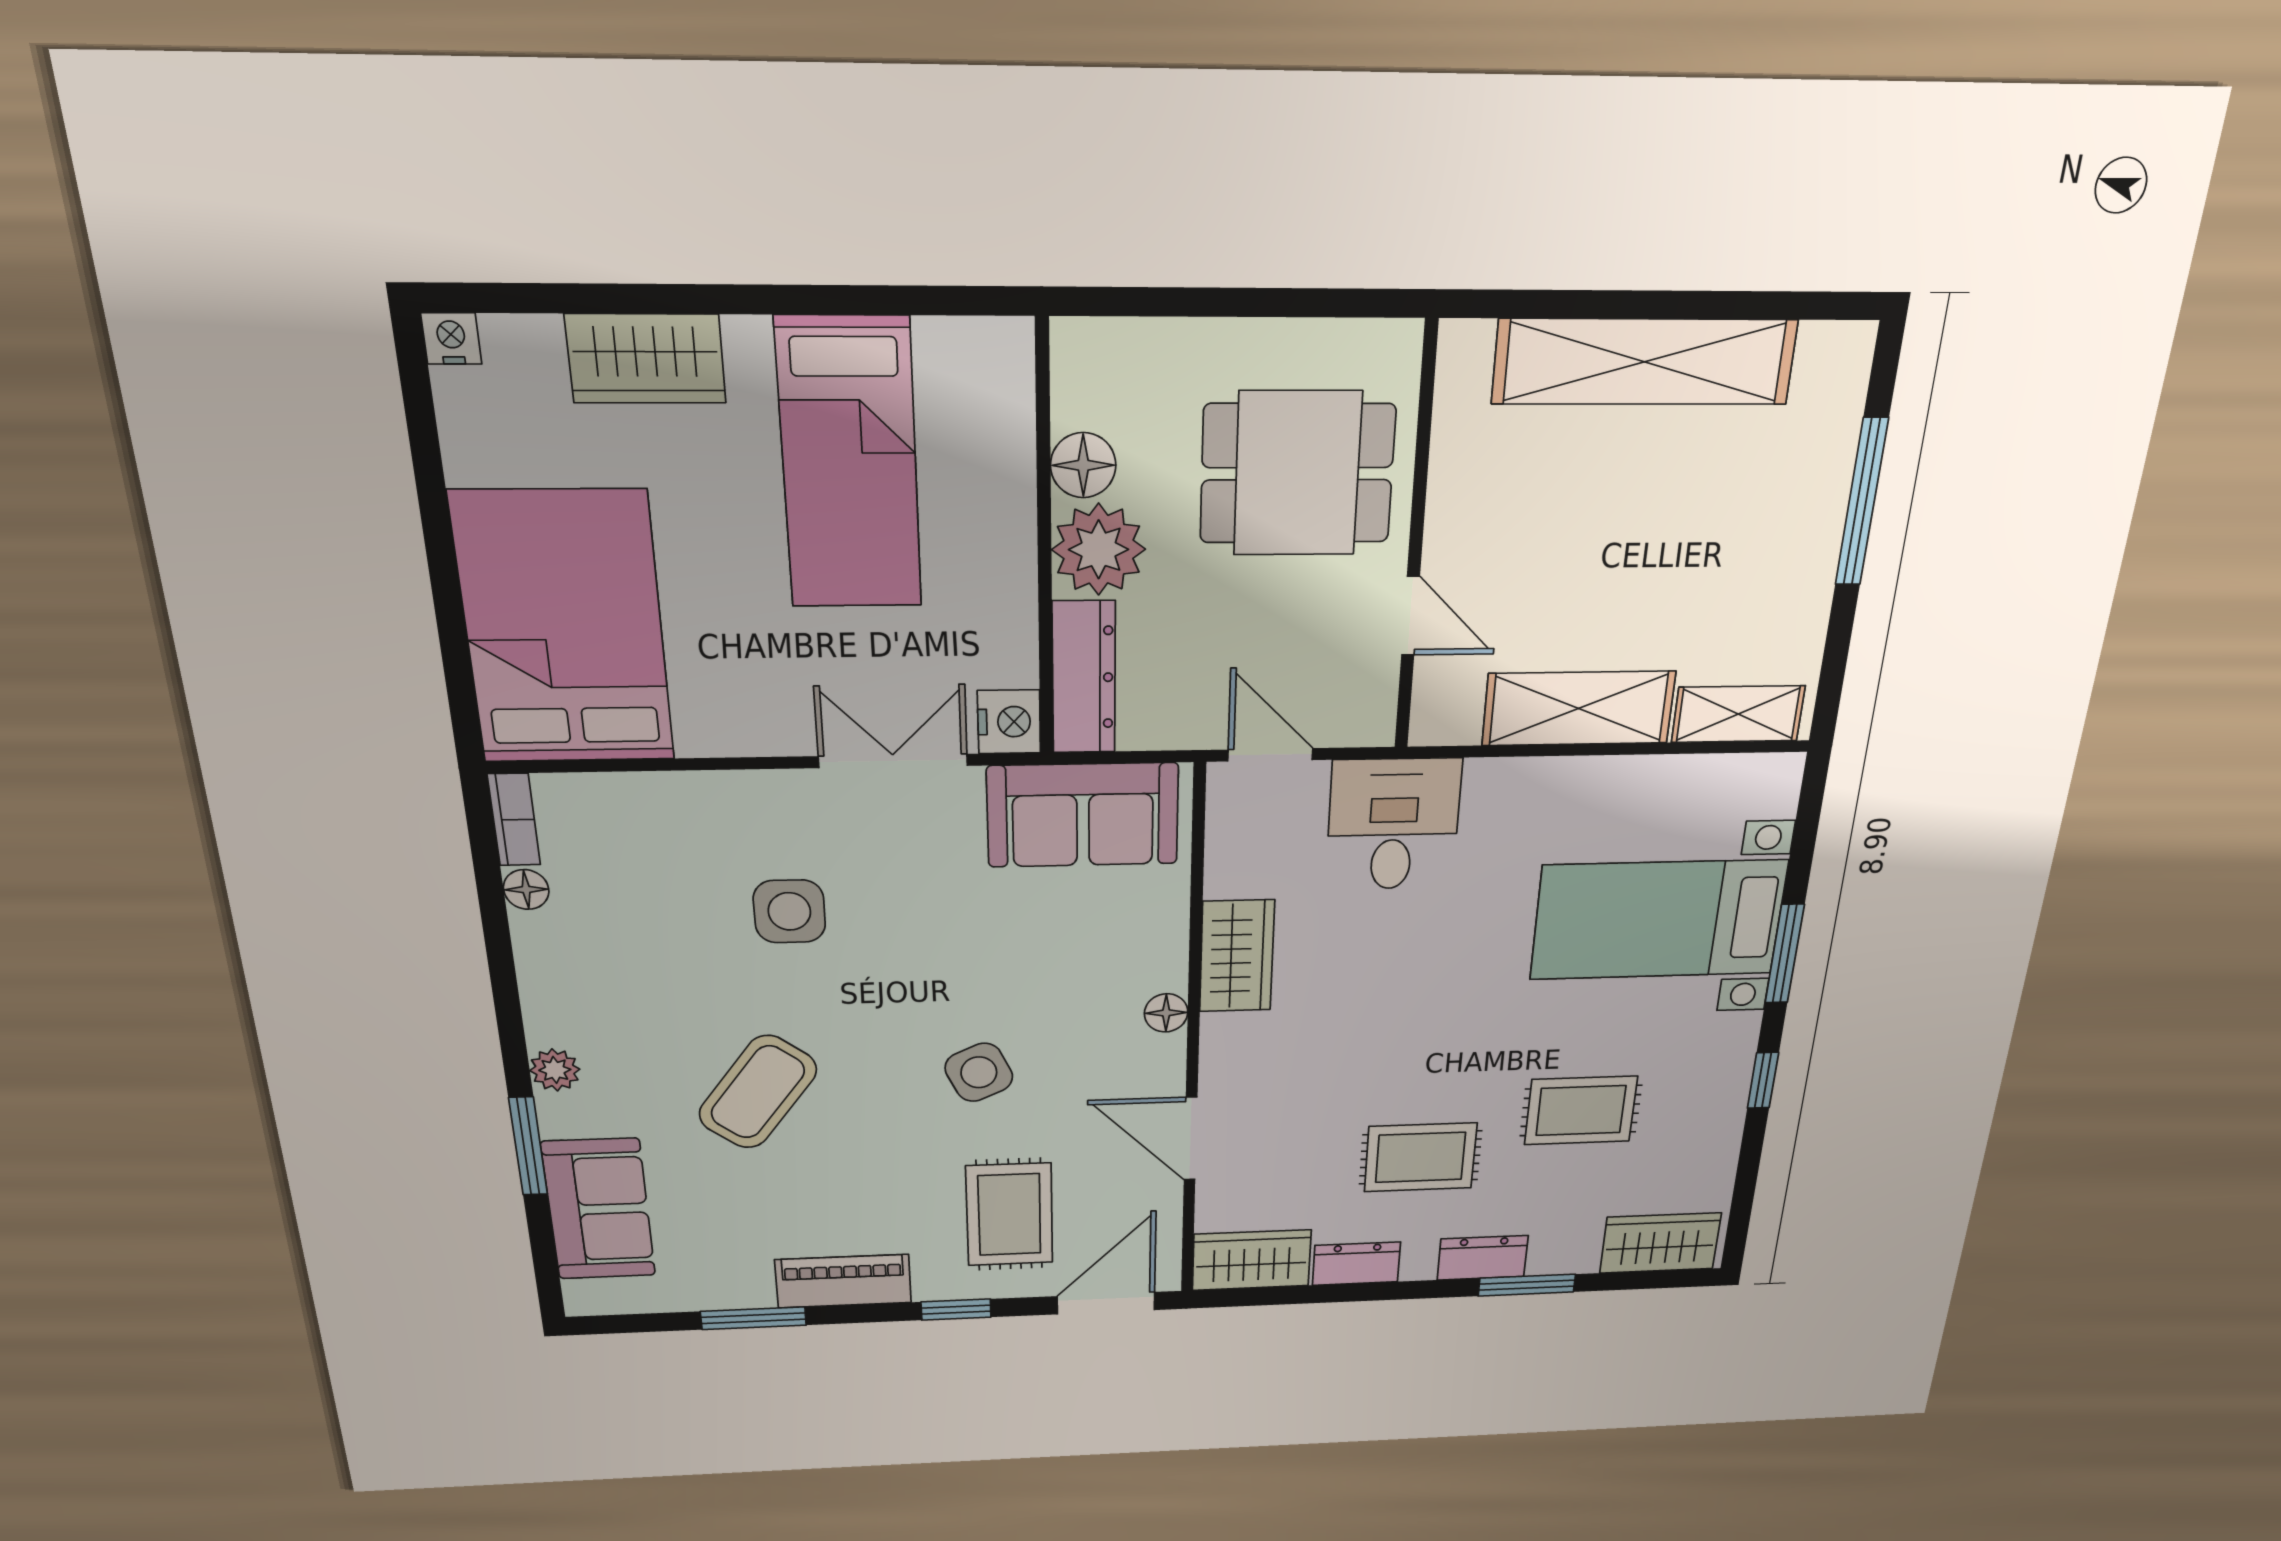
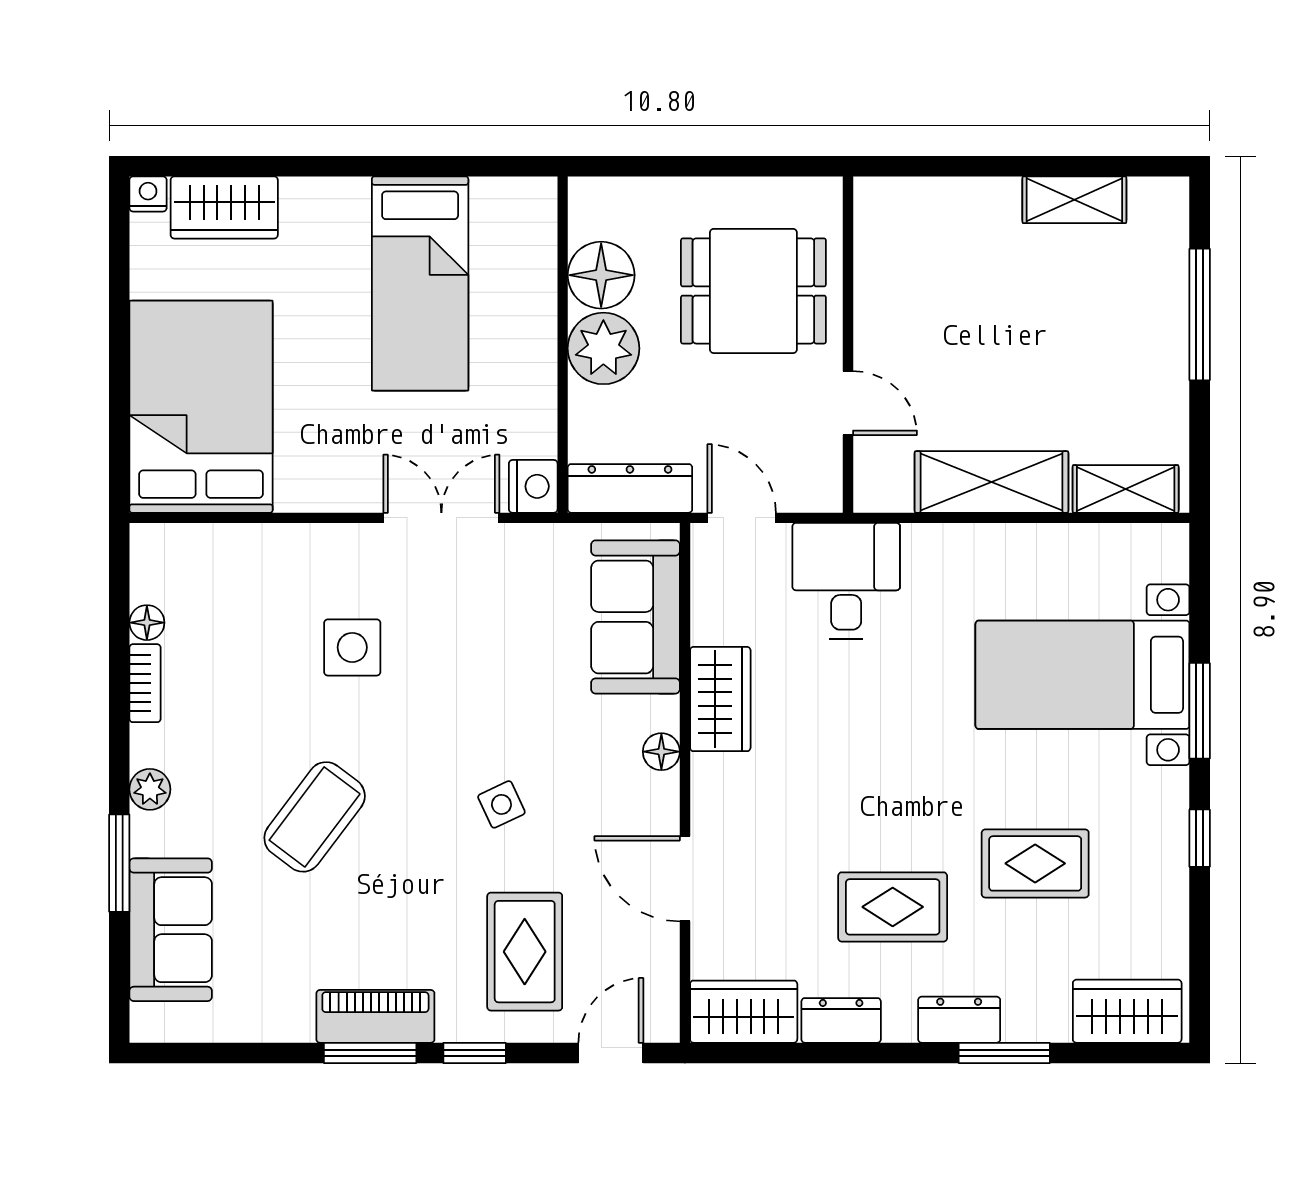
wardrobe: (646, 359) -> (224, 207), moved
shelving: (1645, 362) -> (1074, 200), width x0.45, depth x0.75
floor lamp: (1083, 465) -> (601, 275), width x1.38, depth x1.38
dresser: (1084, 677) -> (630, 488), moved, turned -90
sofa: (1083, 815) -> (635, 617), moved, turned 90
bookcase: (514, 820) -> (145, 683), moved
side table: (979, 1072) -> (501, 804), width x0.73, depth x0.73
door: (1106, 1303) -> (611, 1053), width x0.73
window: (753, 1318) -> (370, 1053), moved

